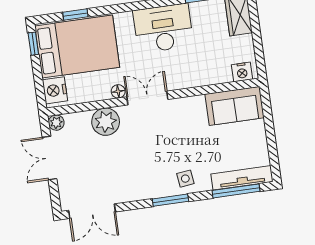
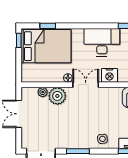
nightstand: (55, 90) -> (109, 75), moved, turned -90
plant: (56, 123) -> (43, 92), moved
window: (170, 200) -> (78, 151), moved

